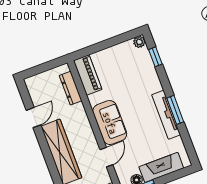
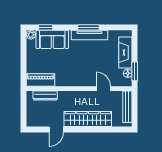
door: (34, 118) -> (56, 130), swing flipped
sofa: (110, 123) -> (52, 39), moved, turned 180

